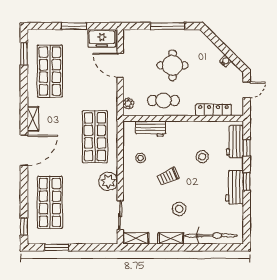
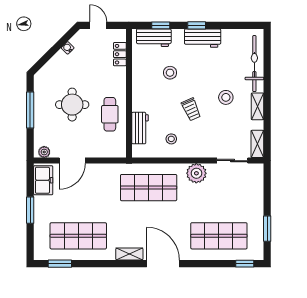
plant: (128, 103) -> (44, 152), moved
locker: (213, 110) -> (120, 54), width x0.66

